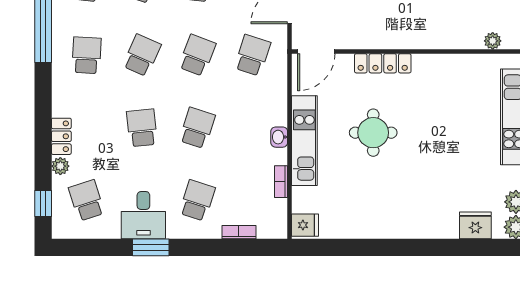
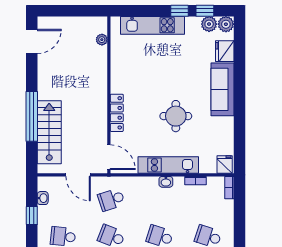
school desk: (252, 55) -> (111, 200), turned -36
round table: (373, 133) -> (176, 116), moved
sofa: (418, 222) -> (223, 89), added
bookcase: (239, 232) -> (229, 188), moved

